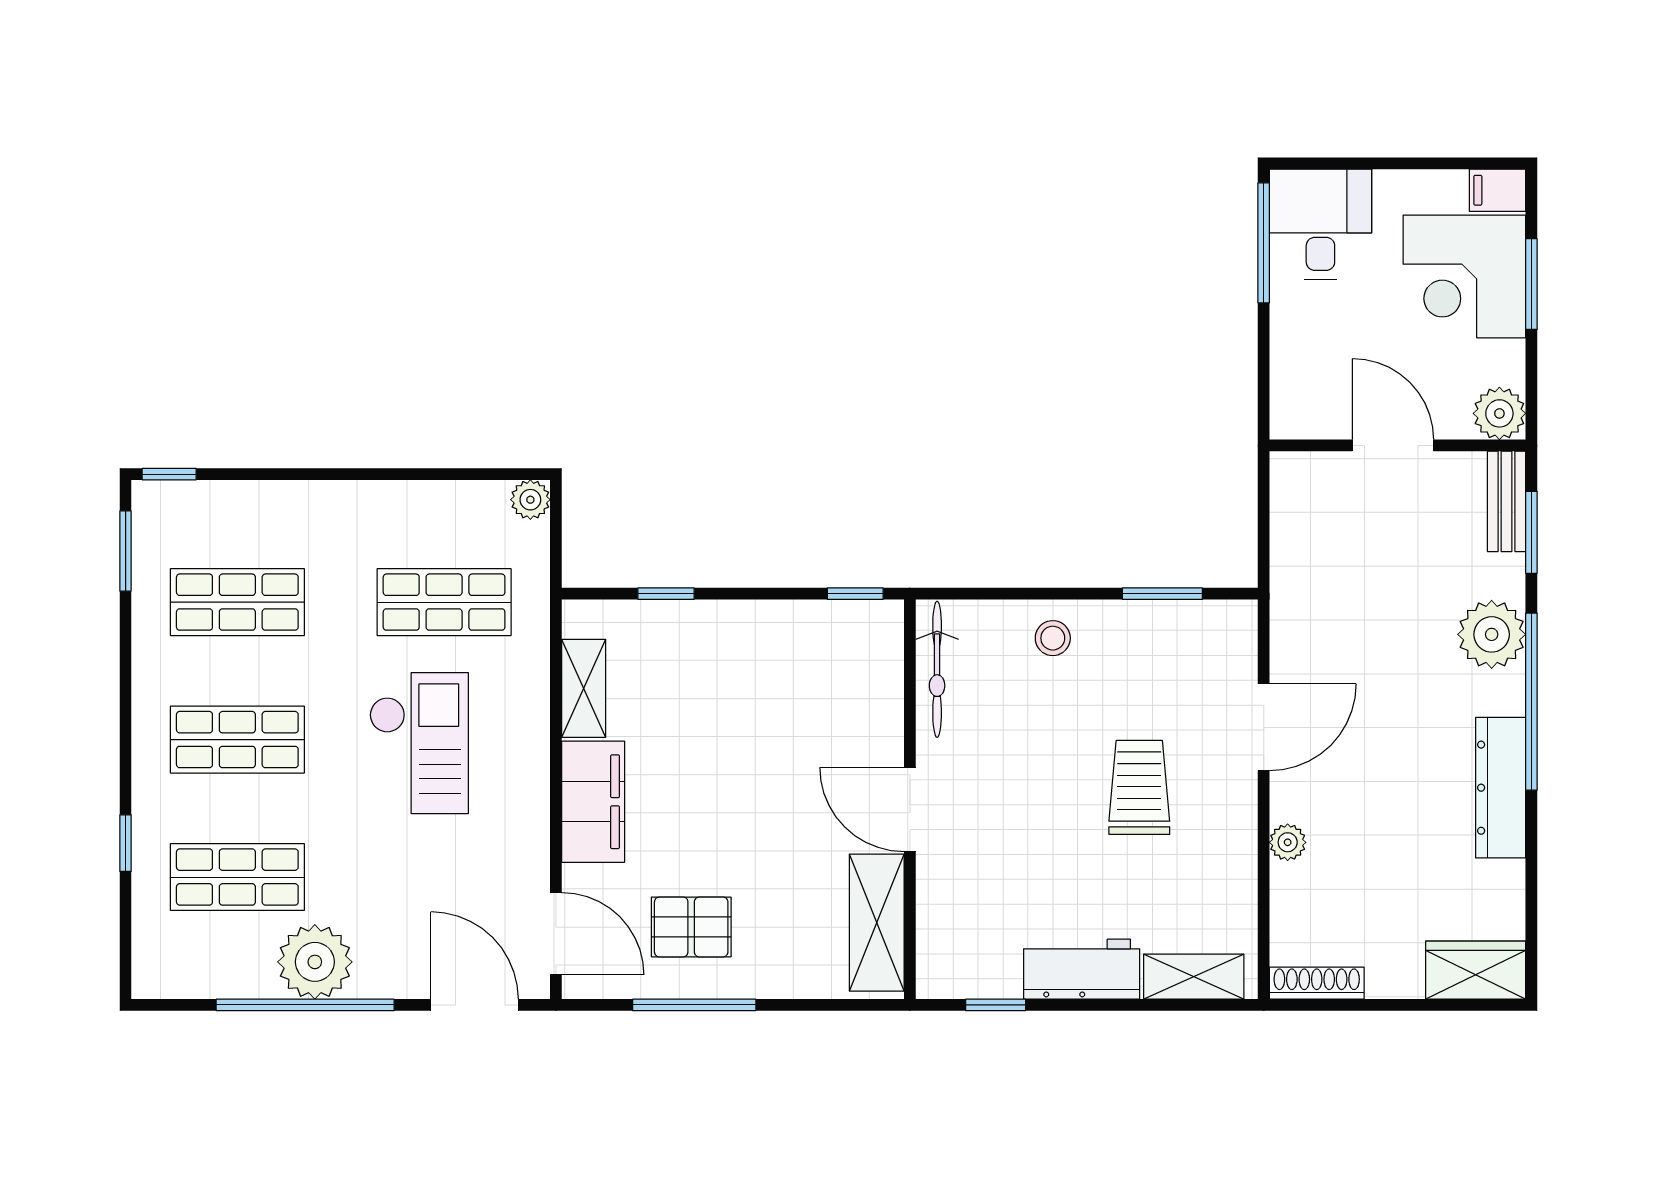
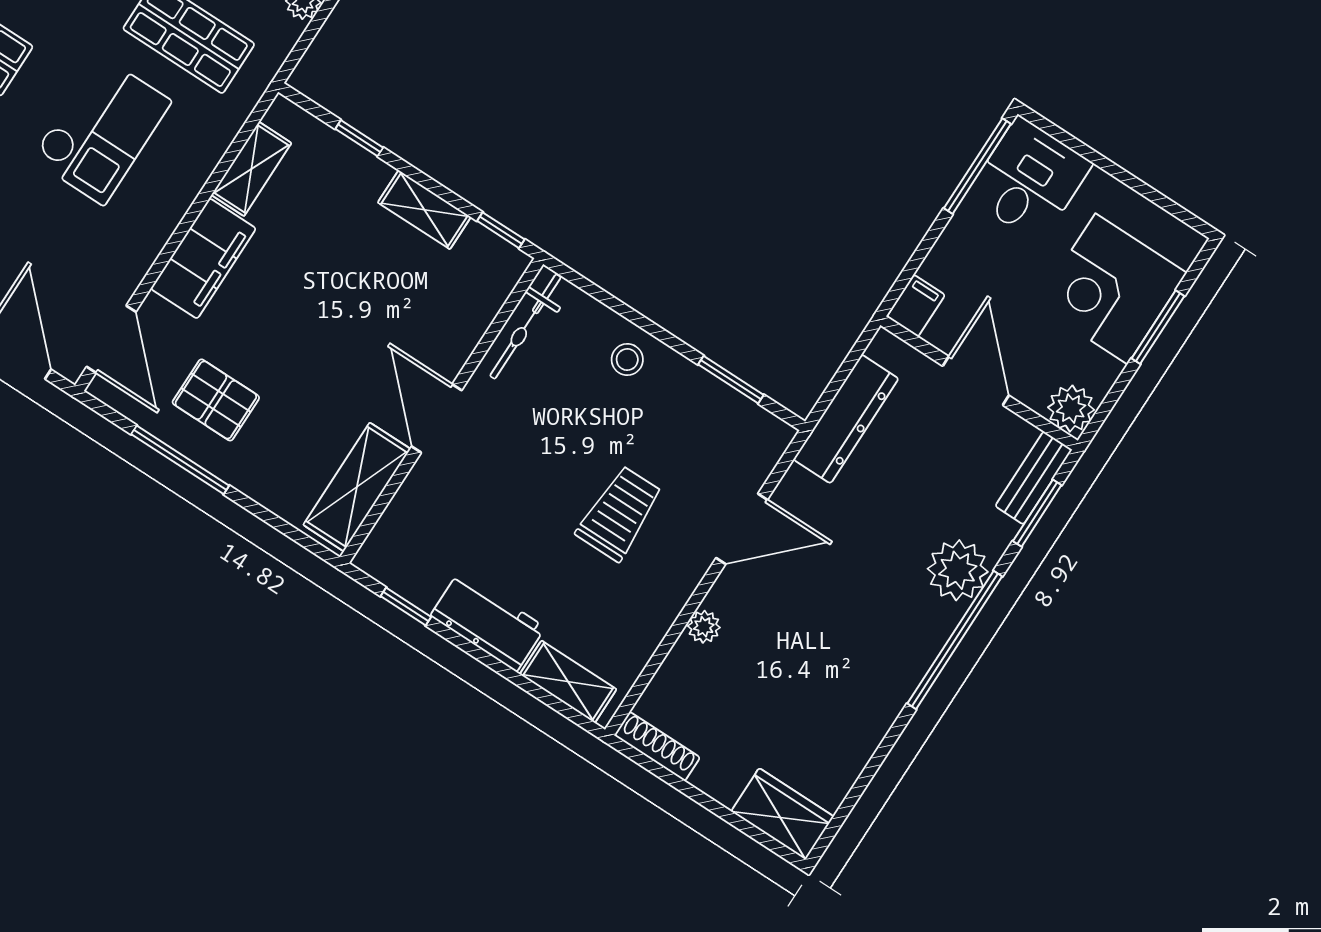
filing cabinet: (1498, 190) -> (916, 306), moved, turned 90
shelving: (771, 621) -> (424, 210), added
dresser: (1501, 788) -> (846, 419), moved, turned 180

